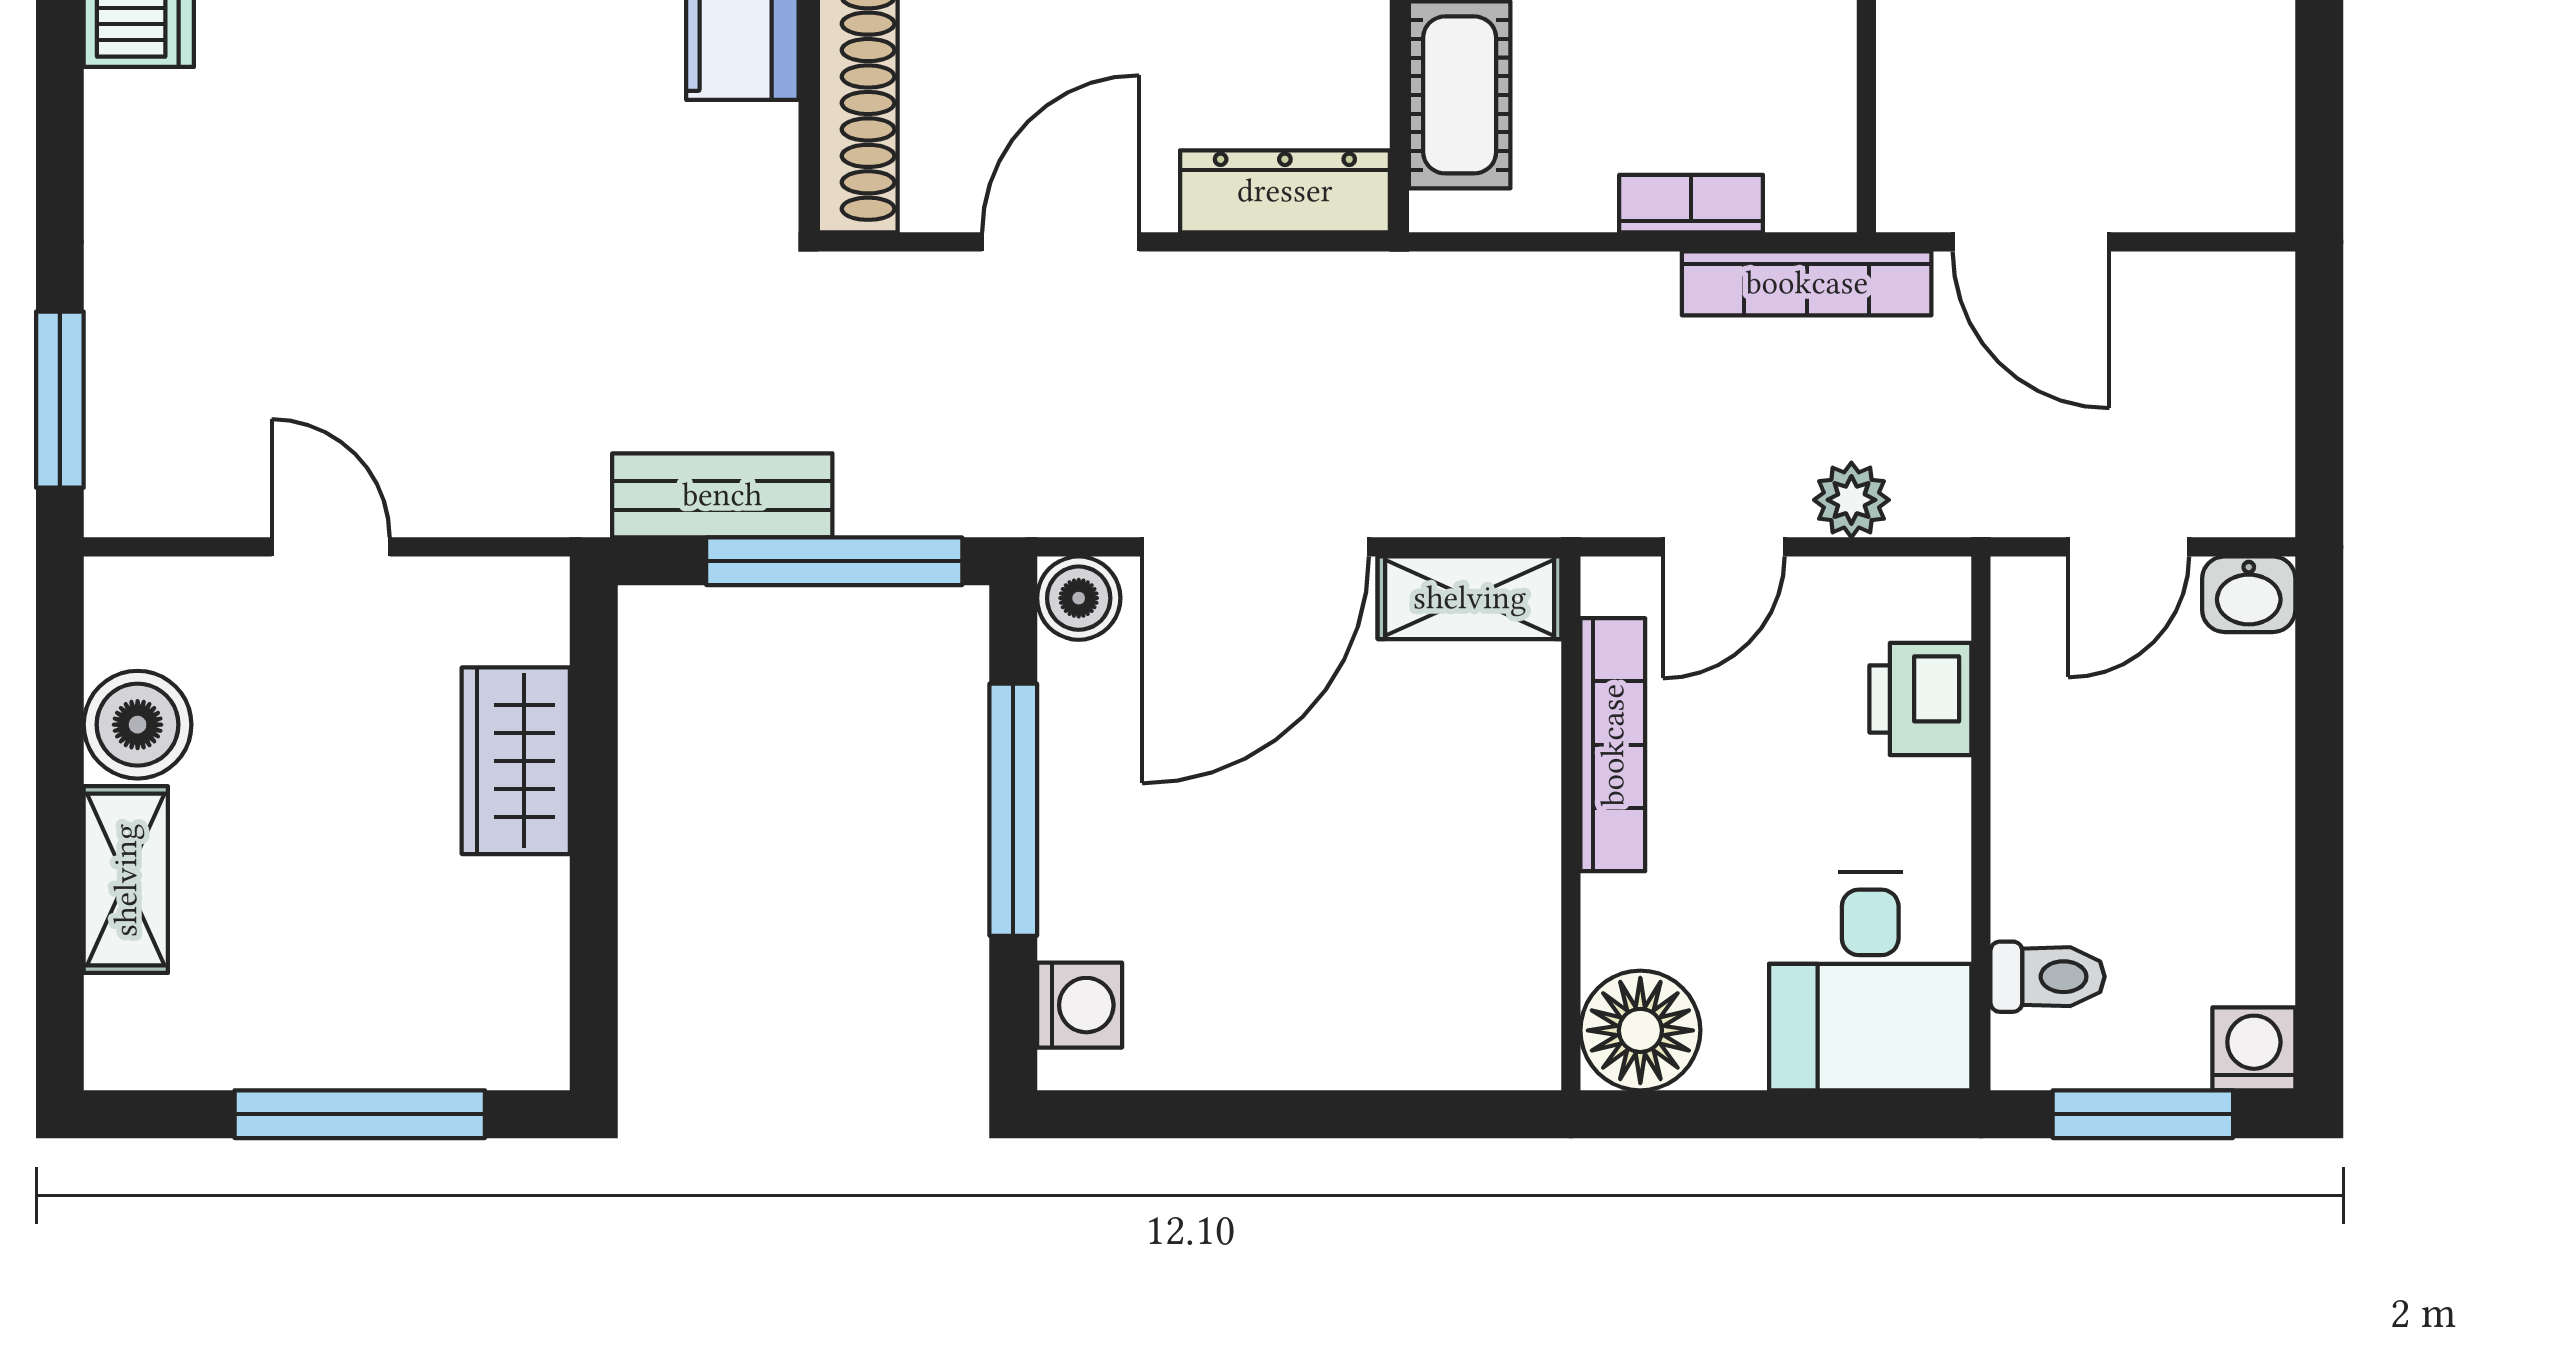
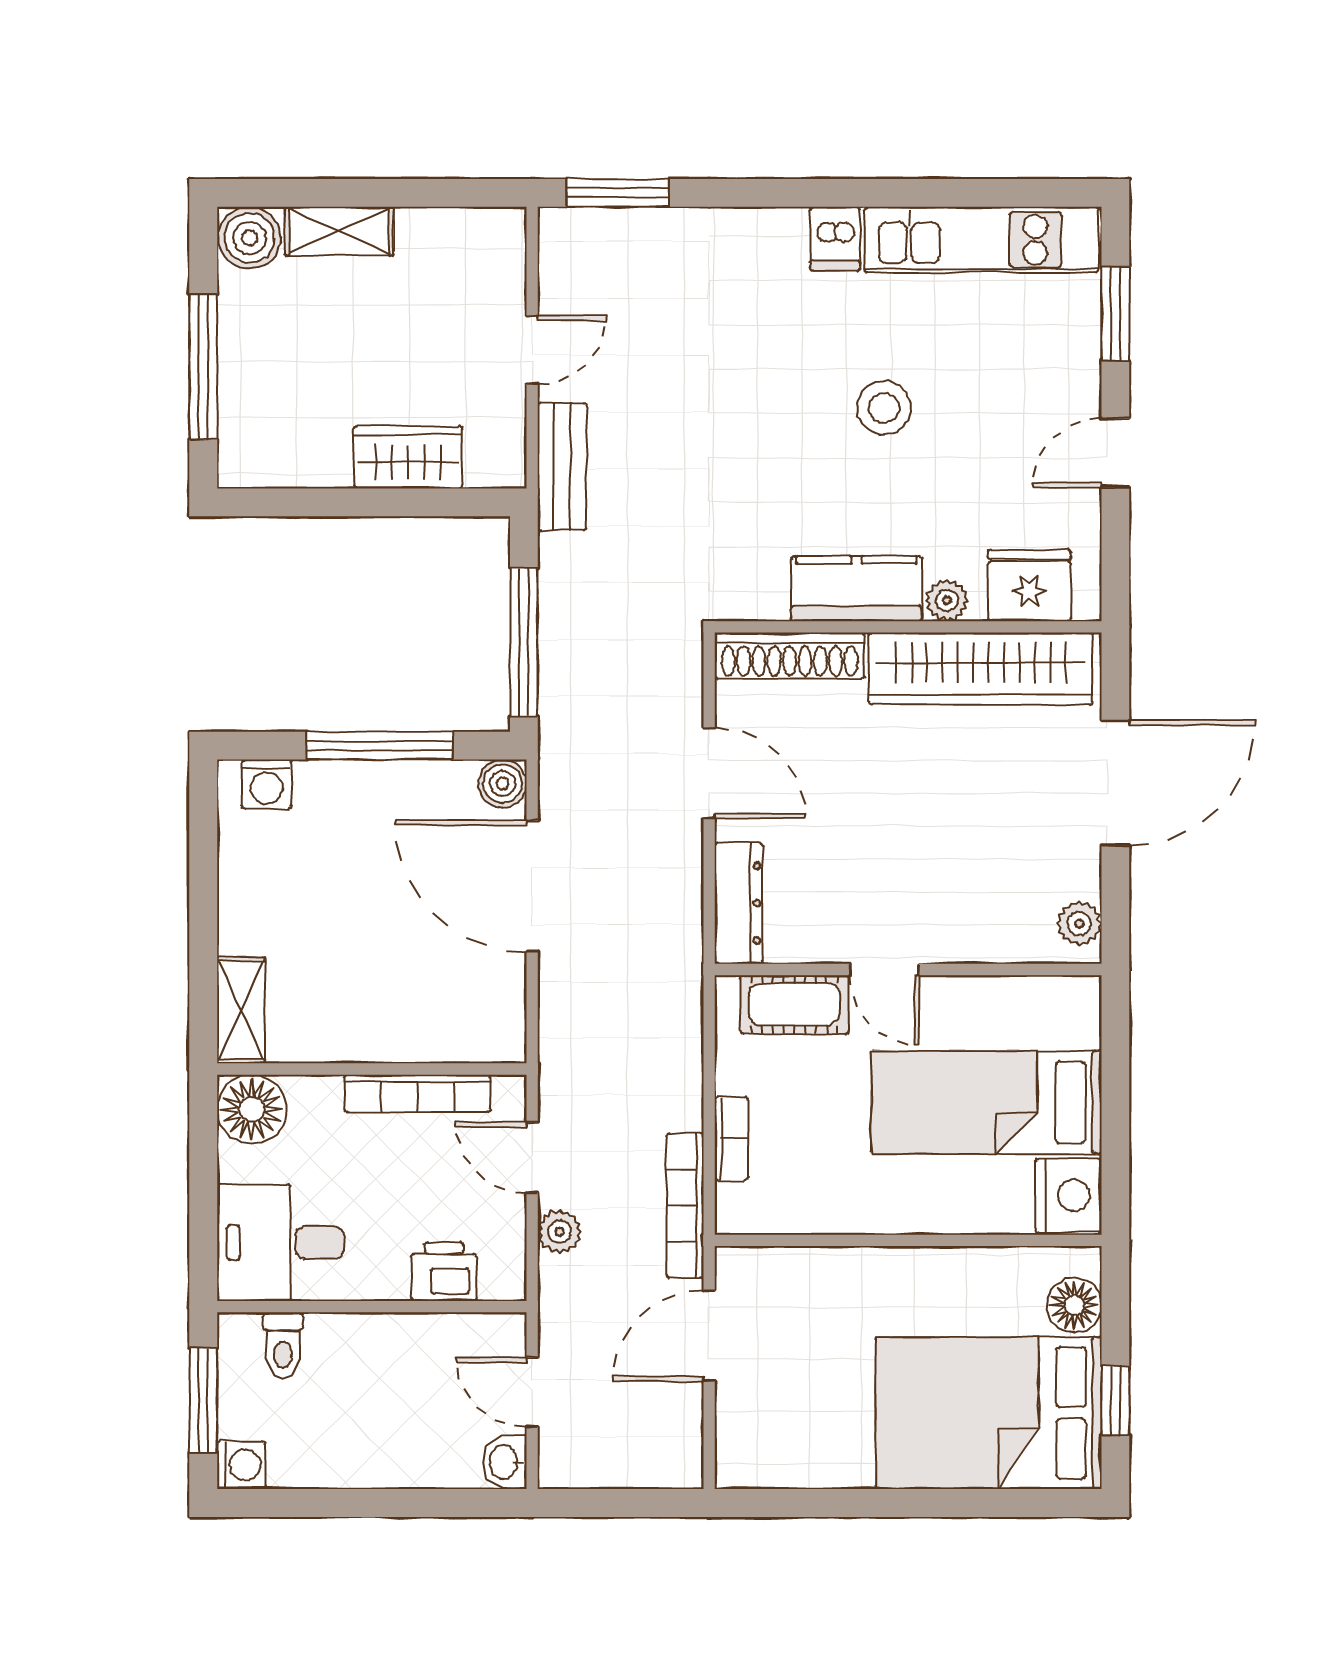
bench: (722, 495) -> (562, 467), moved
shelving: (1470, 598) -> (241, 1010), moved
boiler: (138, 725) -> (250, 238), moved

